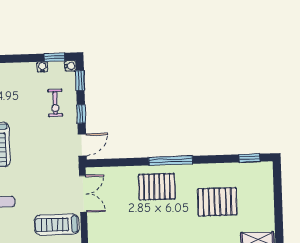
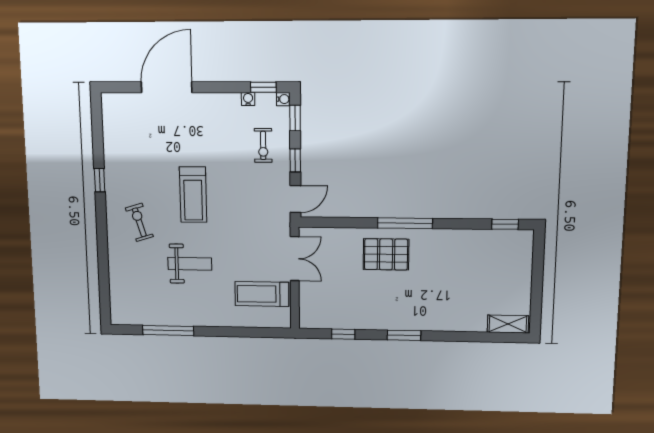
pallet: (217, 202) -> (461, 276), removed

